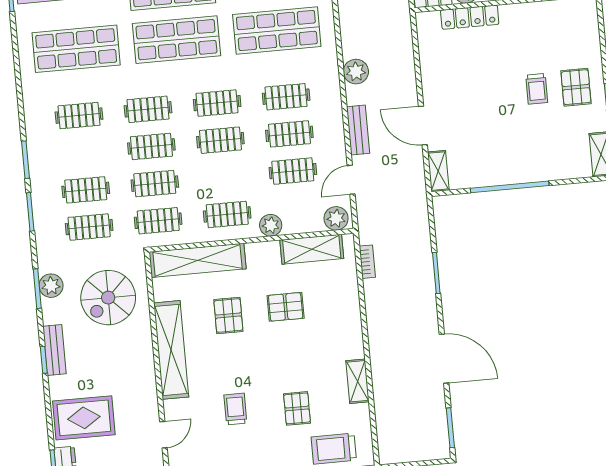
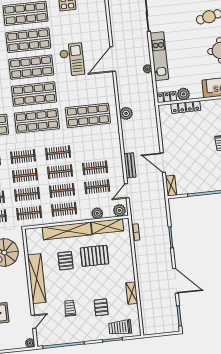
plant: (356, 72) -> (126, 113), moved
clothes rail: (286, 97) -> (62, 190), moved
plant: (271, 225) -> (97, 213), moved
shelving: (197, 260) -> (67, 231), moved
pallet: (286, 307) -> (95, 256), width x1.50, depth x1.42

